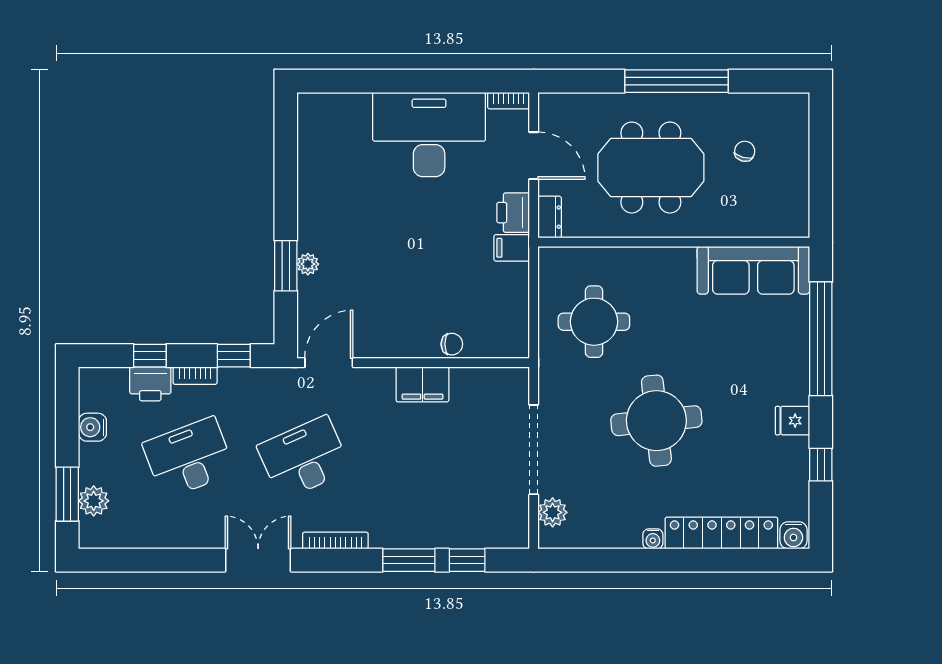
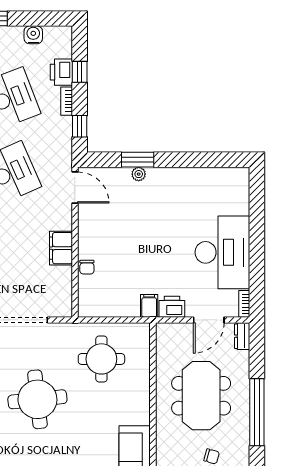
dresser: (550, 217) -> (242, 336), moved, turned 90

